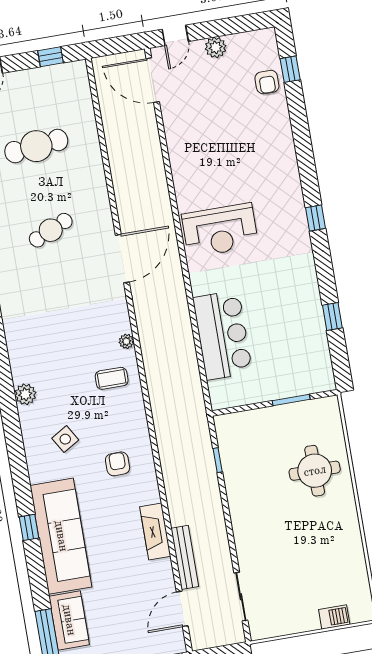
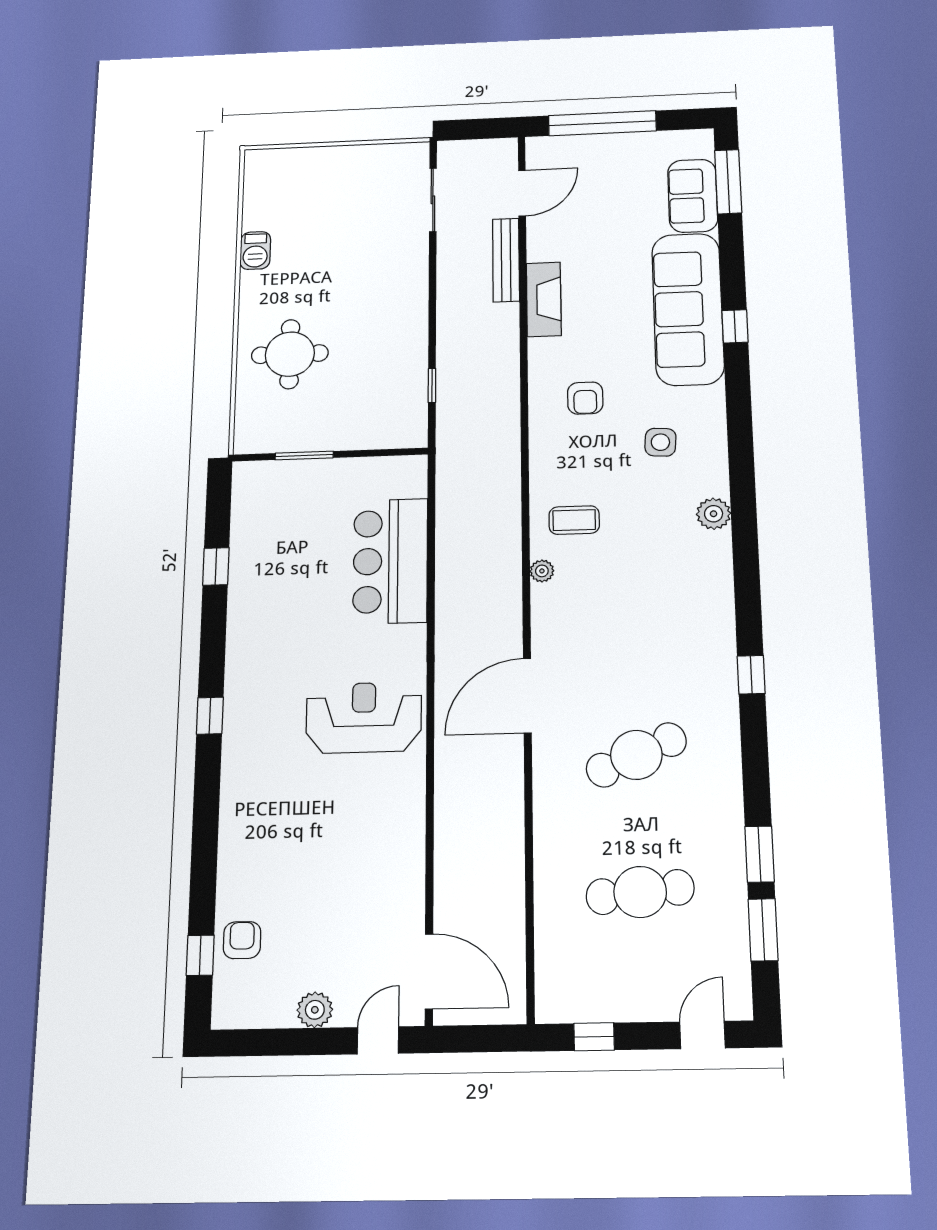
cafe table: (51, 230) -> (636, 755), width x1.37, depth x1.35
side table: (65, 439) -> (660, 442), turned 35
barbecue: (334, 617) -> (255, 251), moved, turned -90

